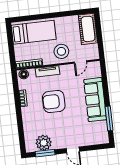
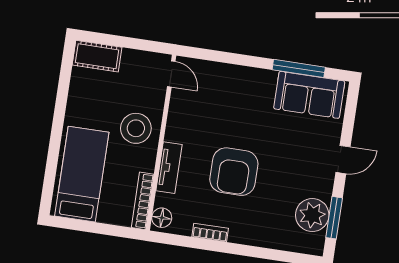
cot: (88, 29) -> (97, 56), width x0.73, depth x0.75
door: (80, 62) -> (171, 74), moved
sofa: (95, 100) -> (309, 95), moved, width x0.73

